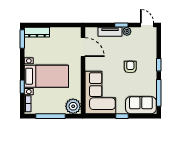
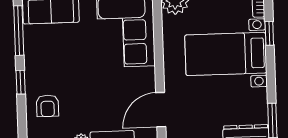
door: (83, 47) -> (161, 110), hinge flipped
armchair: (130, 67) -> (48, 106), moved

